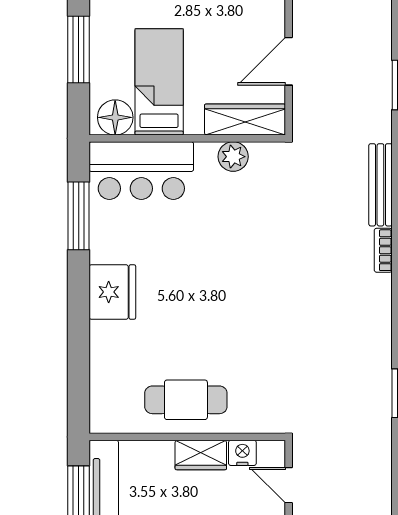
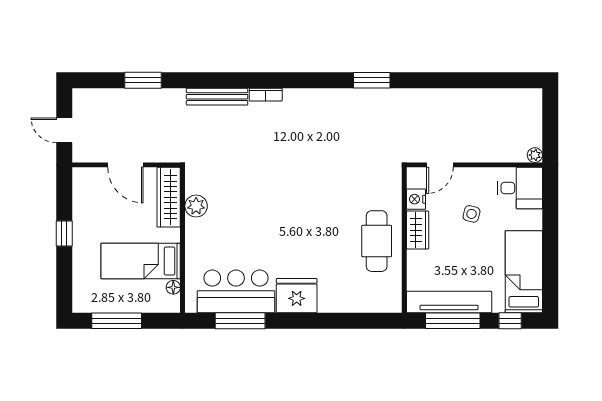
floor lamp: (115, 117) -> (173, 287), width x0.53, depth x0.53
bar counter: (141, 171) -> (236, 291), moved, turned -90

